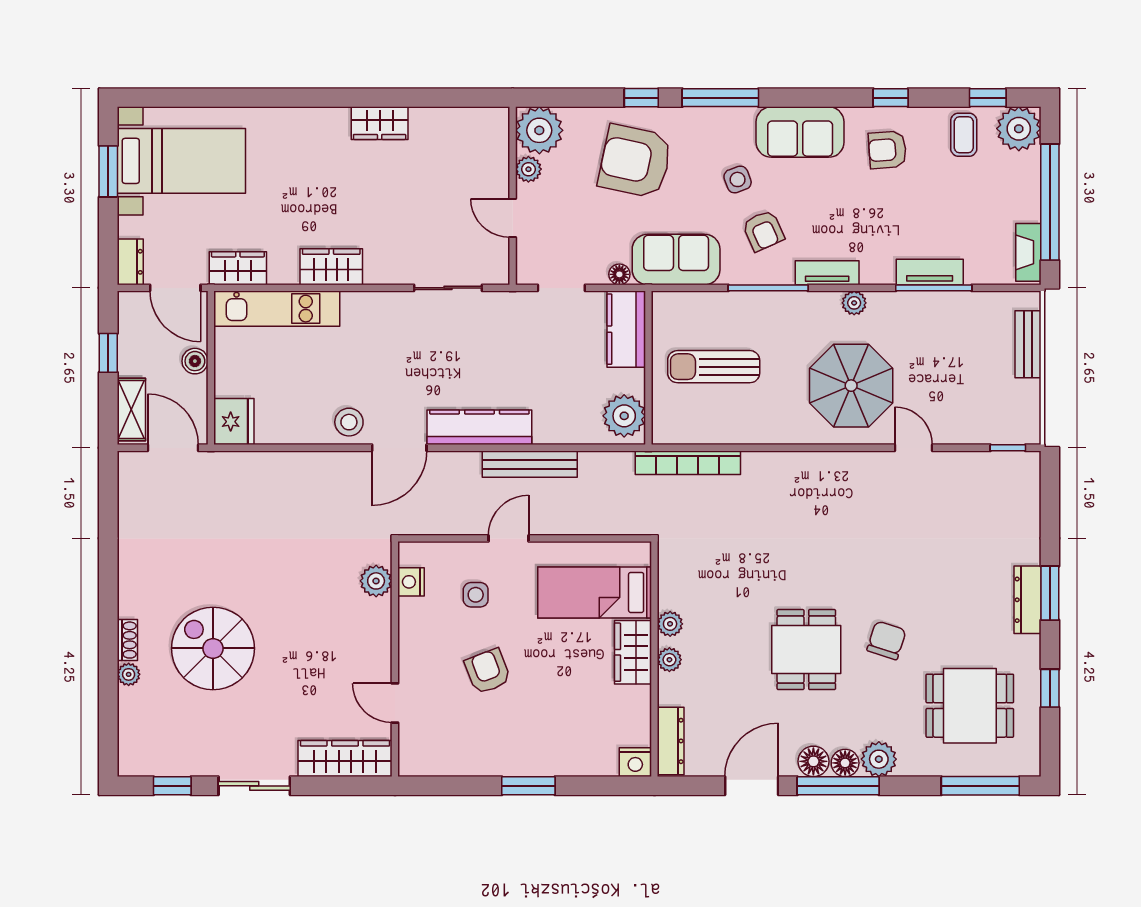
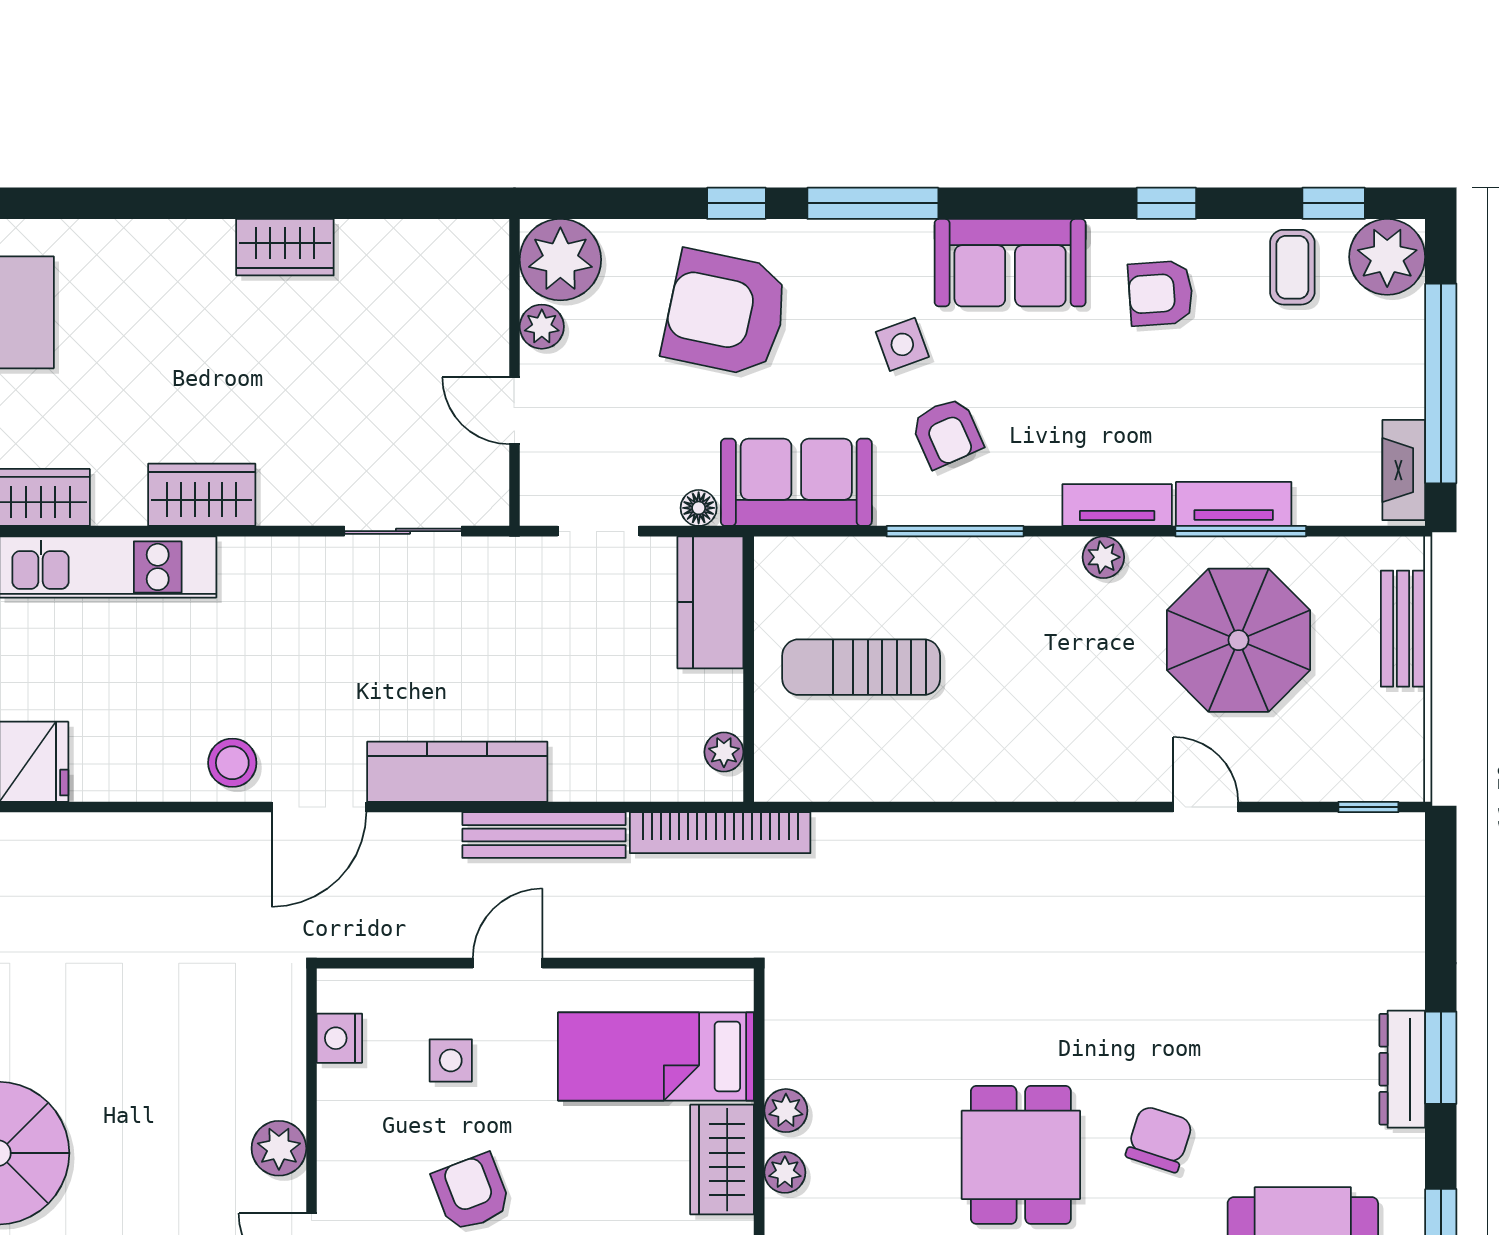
tv unit: (827, 273) -> (1117, 505), moved
parasol: (851, 386) -> (1238, 640), moved
plant: (624, 416) -> (724, 752), width x0.53, depth x0.53
bookcase: (688, 463) -> (720, 833), moved
plant: (376, 581) -> (279, 1148), moved

